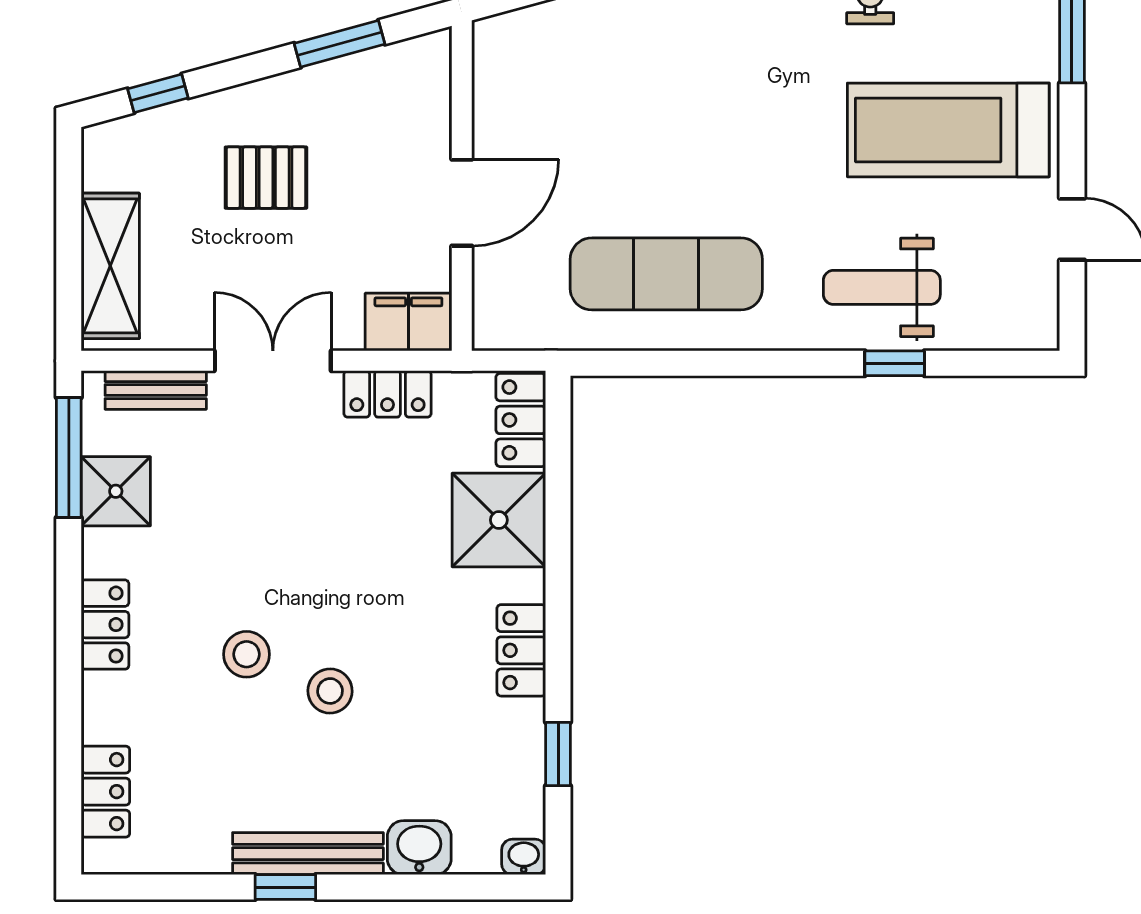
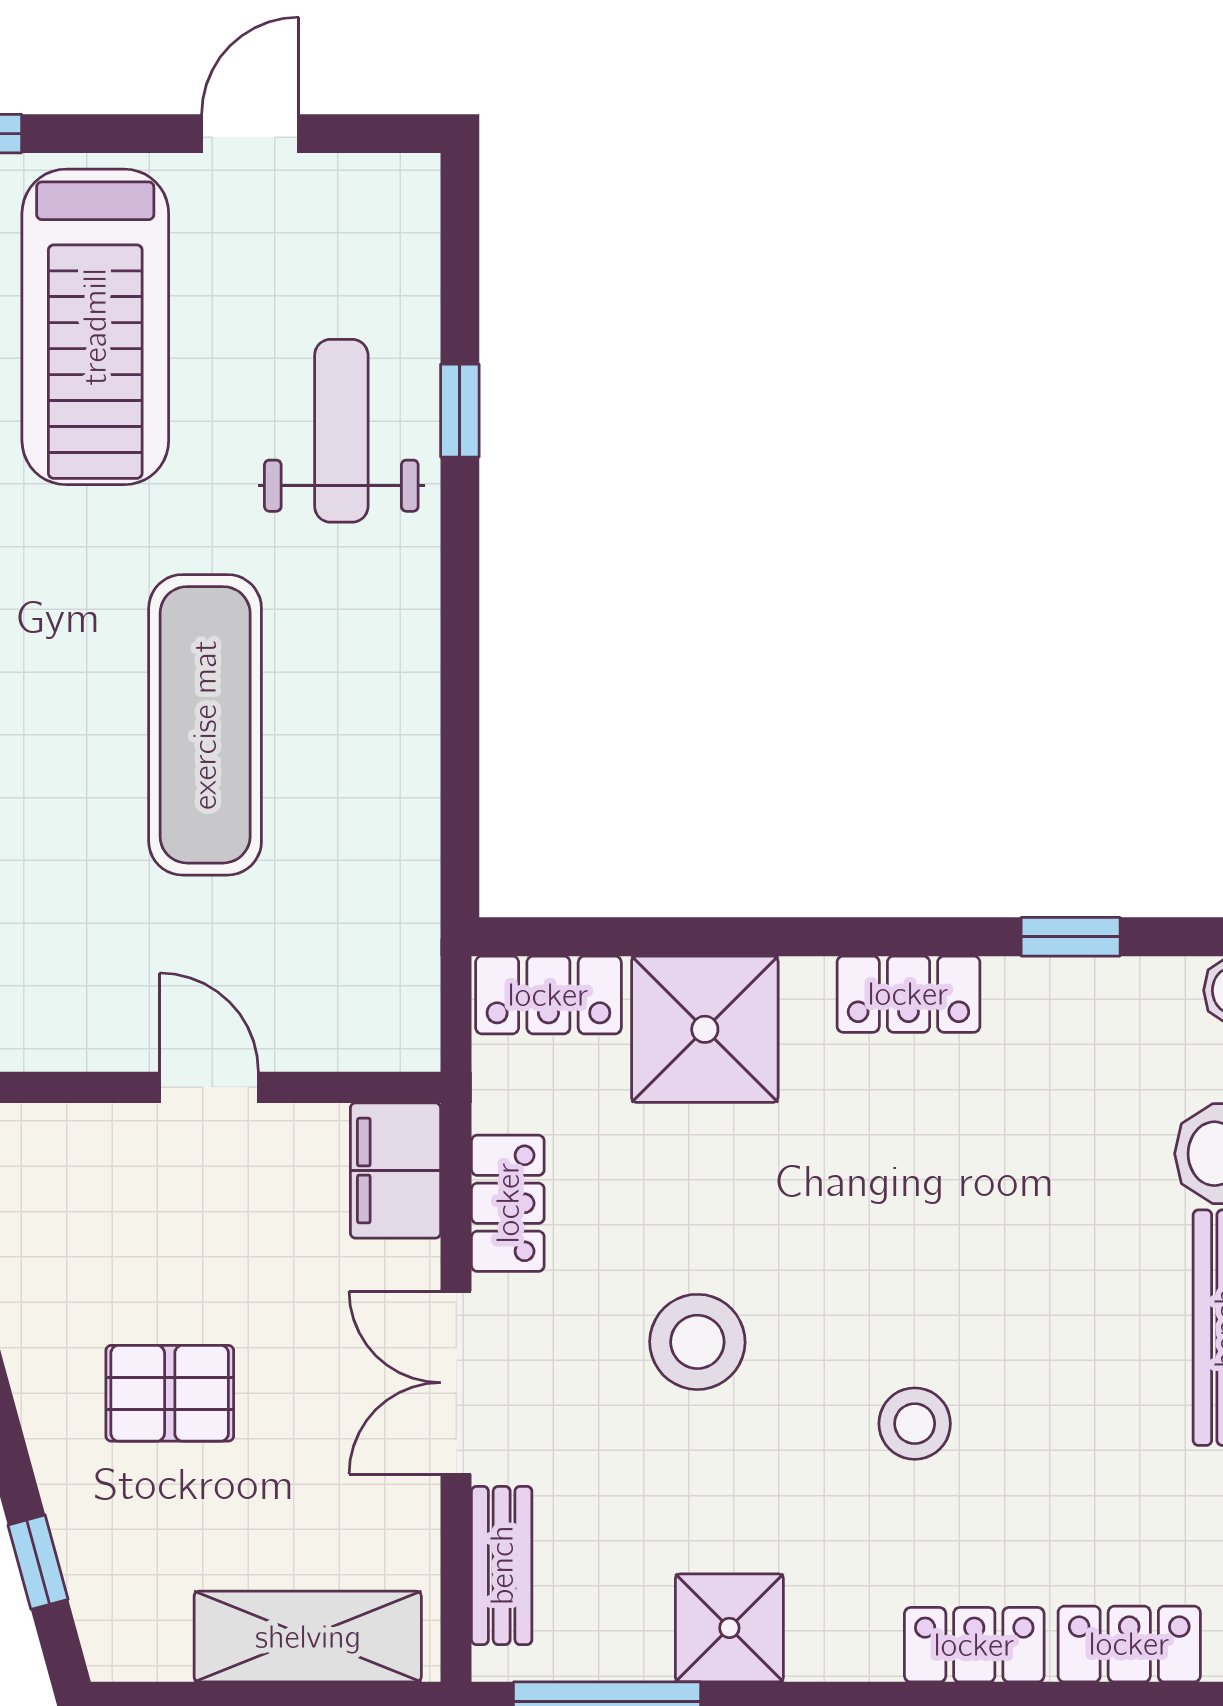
pallet: (266, 178) -> (170, 1393), turned 90
door: (462, 203) -> (209, 1087), width x0.73
exercise mat: (666, 274) -> (205, 725), moved
weight bench: (882, 287) -> (341, 431), turned 180
shower: (116, 491) -> (729, 1628), moved
locker: (105, 625) -> (974, 1645), moved
stool: (330, 691) -> (697, 1342), moved, width x1.38, depth x1.38

